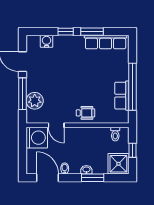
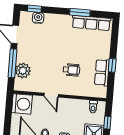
window: (66, 32) -> (34, 9), moved
window: (132, 87) -> (112, 65), width x0.32
wheelchair: (85, 113) -> (71, 70), moved
door: (56, 125) -> (51, 95), moved

